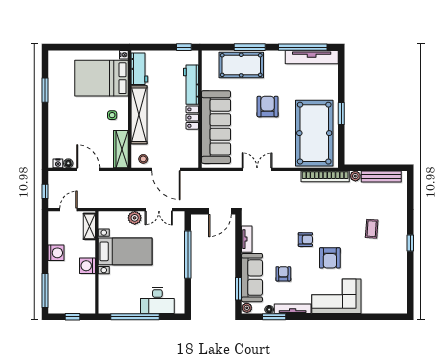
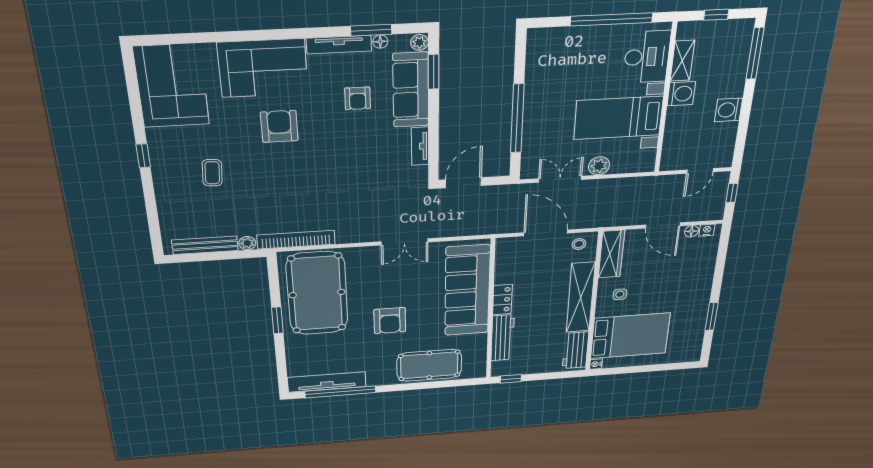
window: (250, 47) -> (417, 386), removed
shelving: (89, 226) -> (682, 61), moved
armchair: (305, 240) -> (323, 151), removed
corner sofa: (389, 288) -> (171, 86), added
desk: (157, 301) -> (647, 57), moved, turned 90

